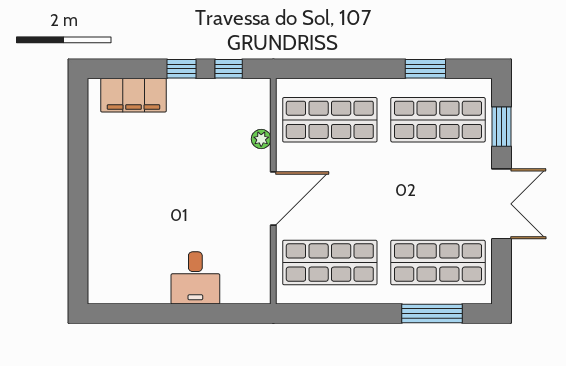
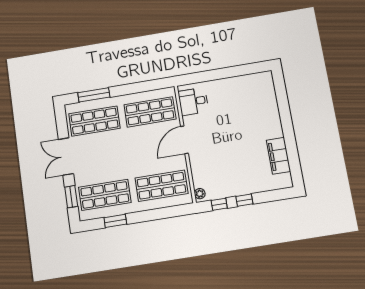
filing cabinet: (133, 95) -> (278, 156), moved, turned -90
plant: (261, 139) -> (200, 194), moved
desk: (195, 278) -> (193, 101), moved, turned -90

